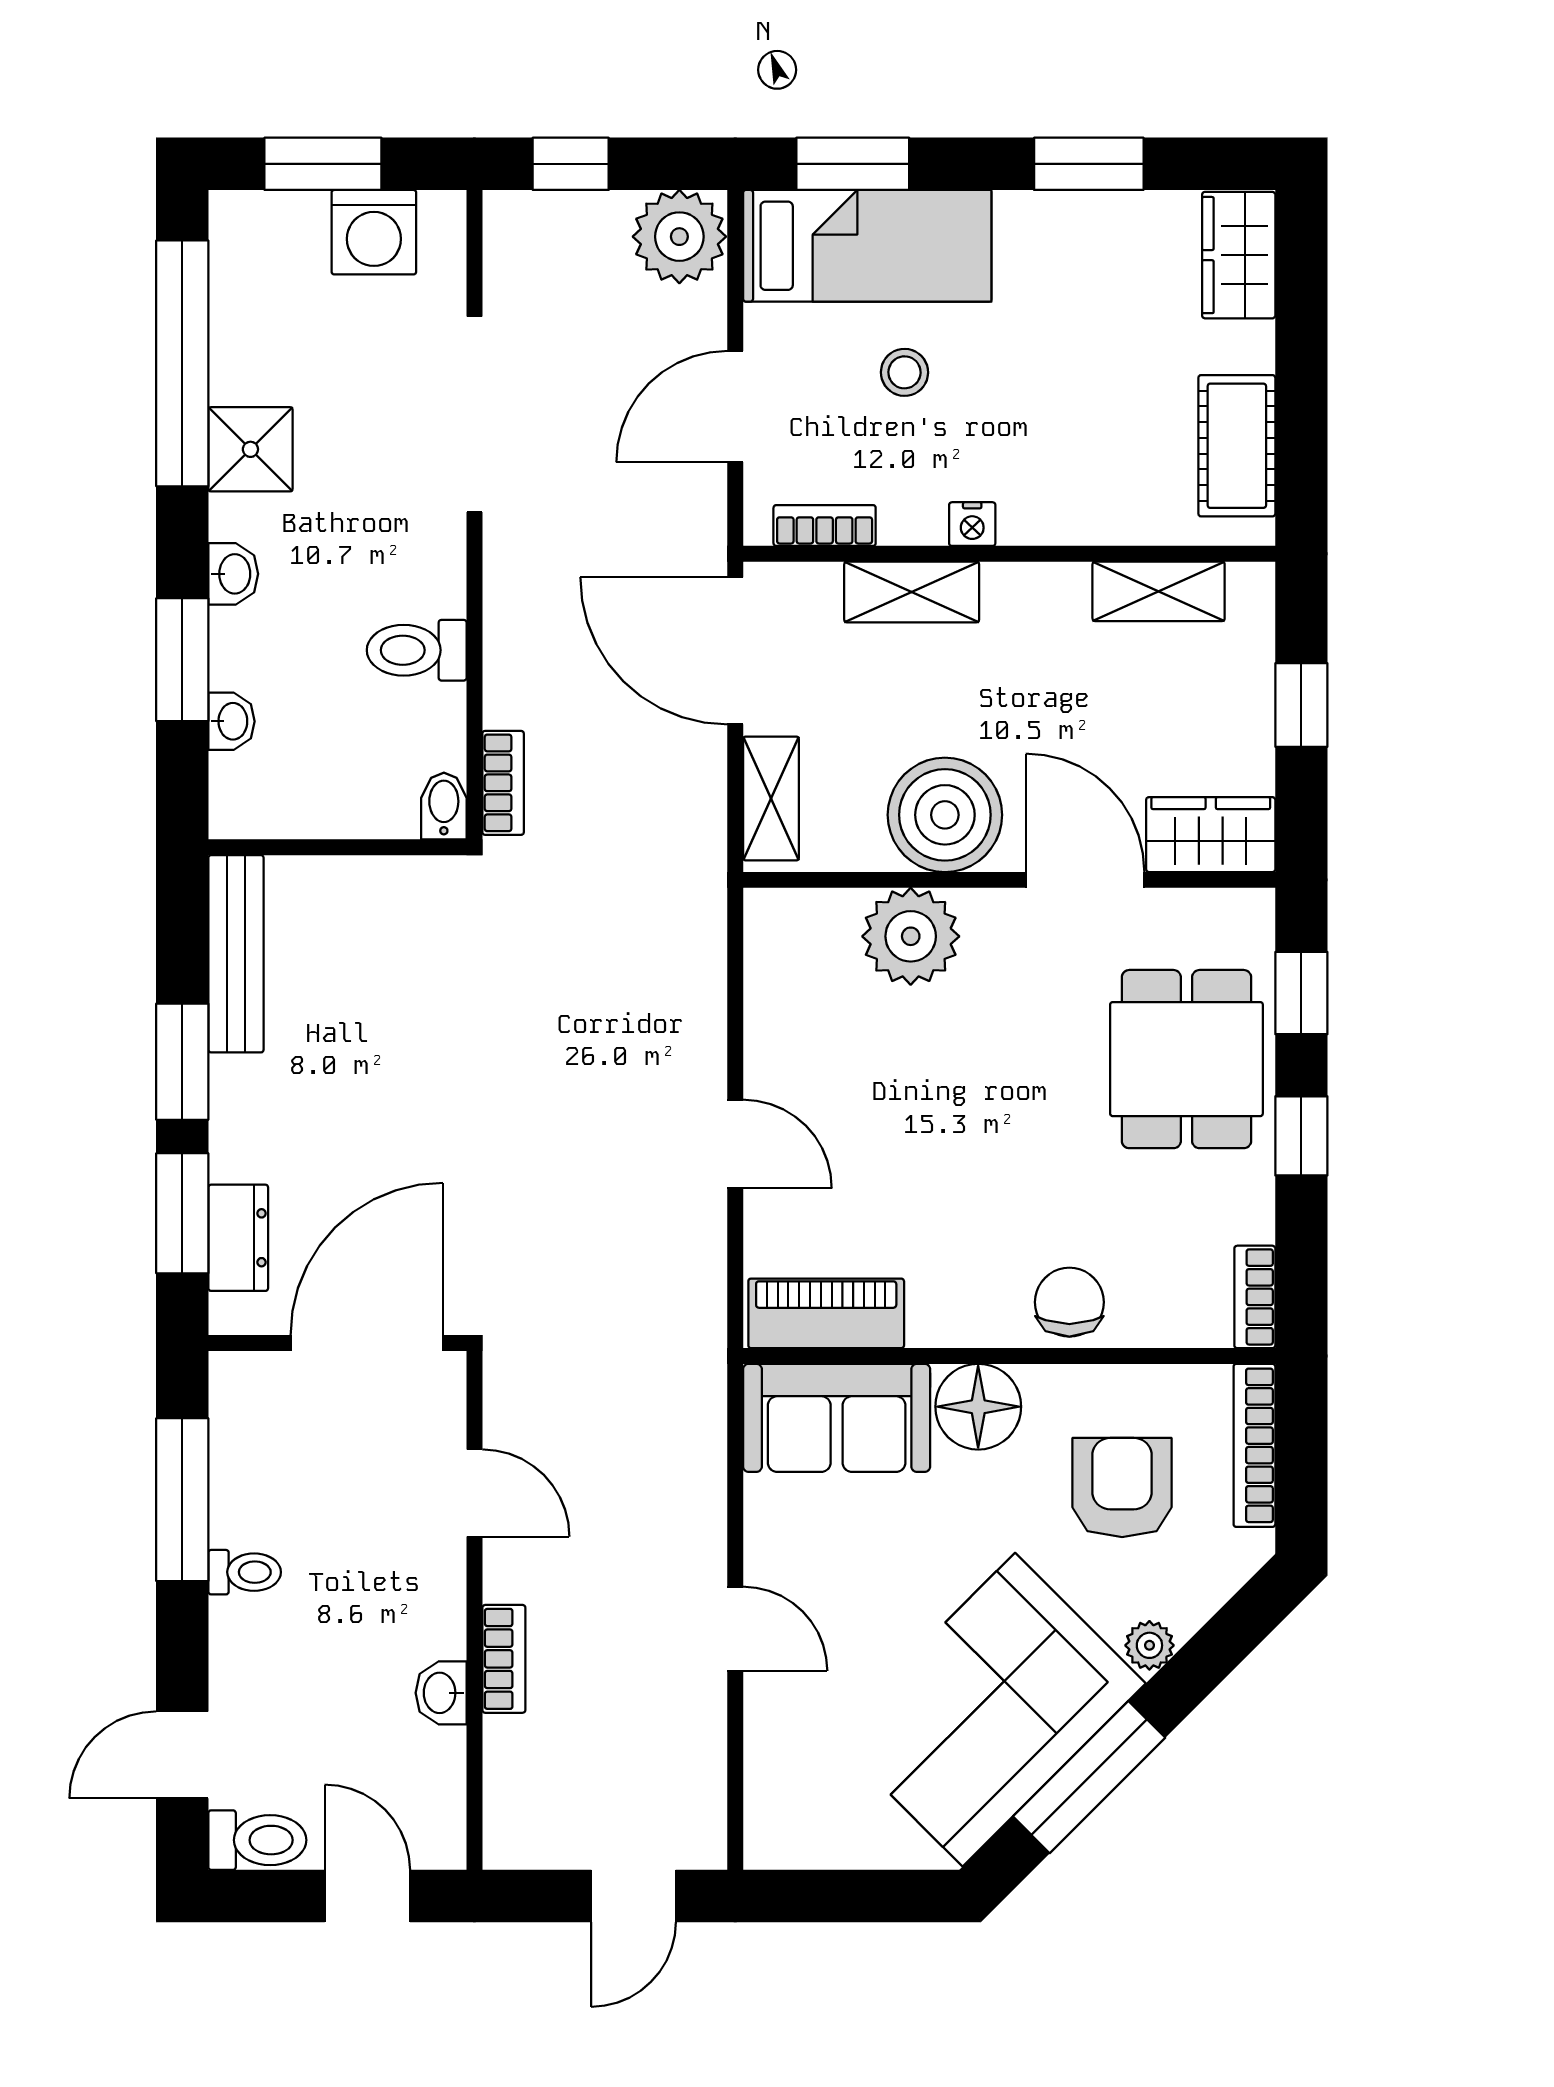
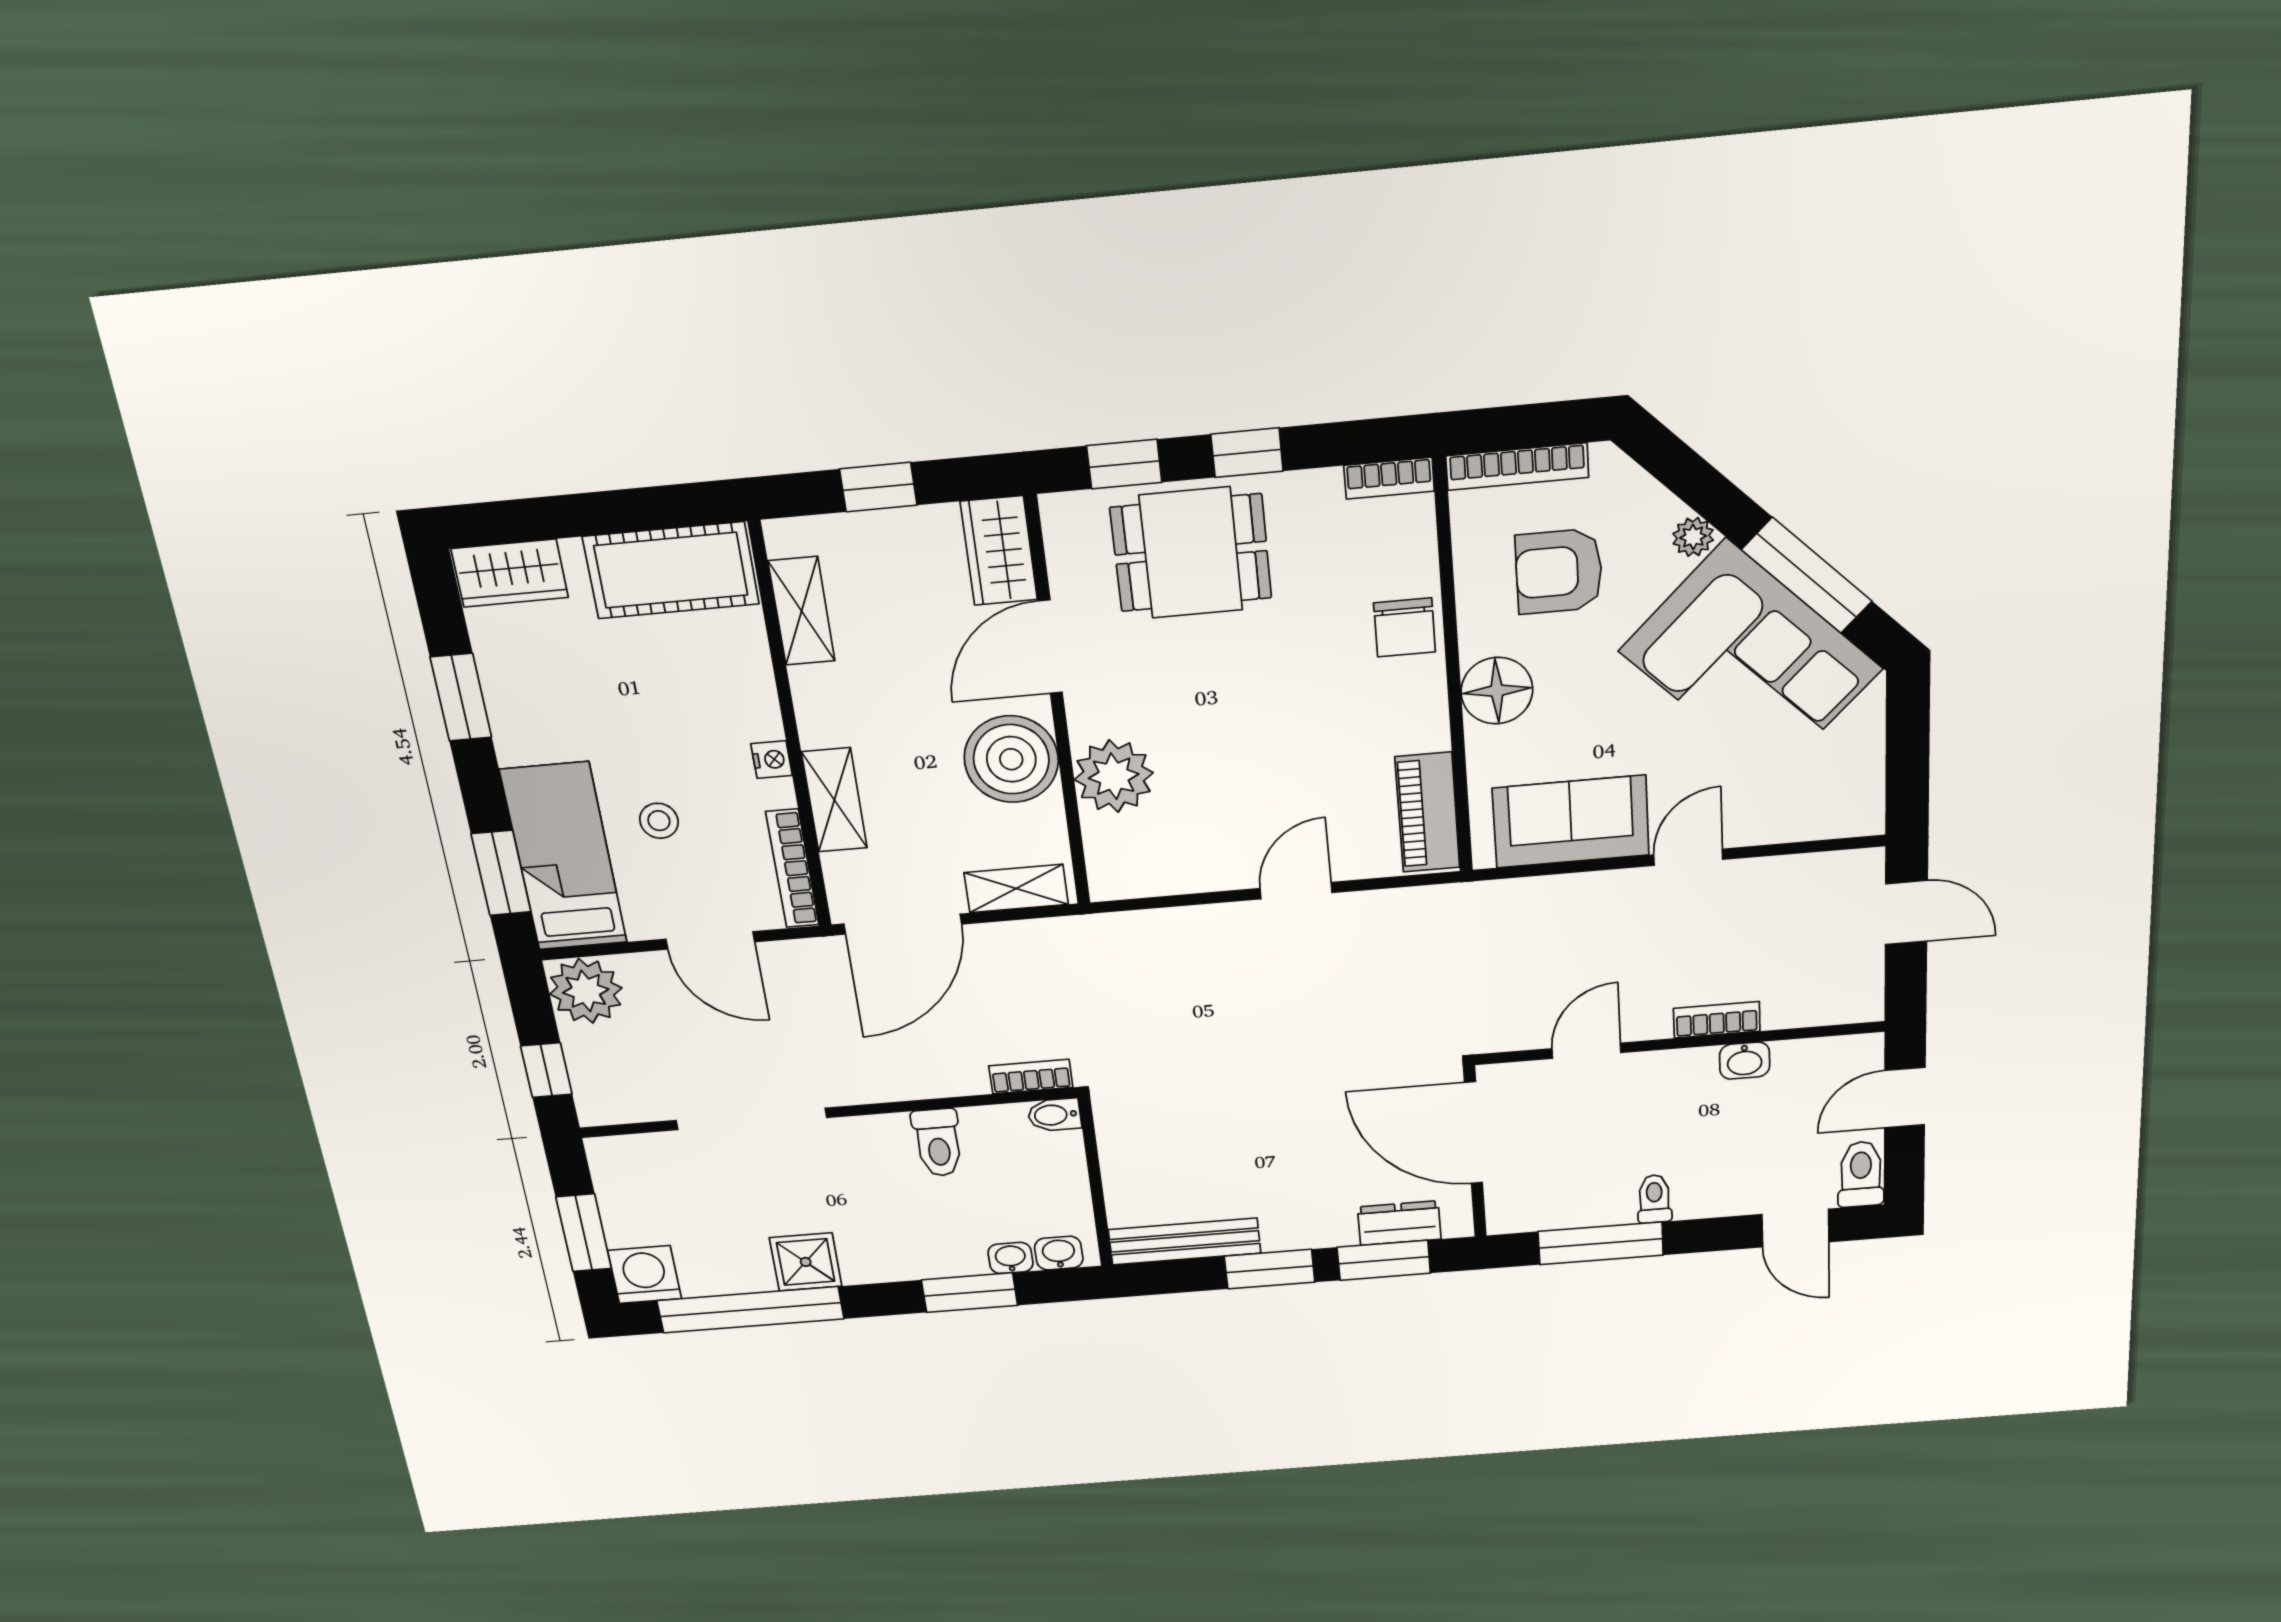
washing machine: (374, 232) -> (645, 1275), moved, turned -90
cot: (1237, 446) -> (671, 570), width x1.37, depth x1.34
bookcase: (825, 526) -> (792, 868), width x1.56
washbasin: (233, 574) -> (1059, 1253), moved
chair: (1069, 1302) -> (1405, 627), turned -90
sofa: (837, 1418) -> (1571, 822), moved, turned -90

